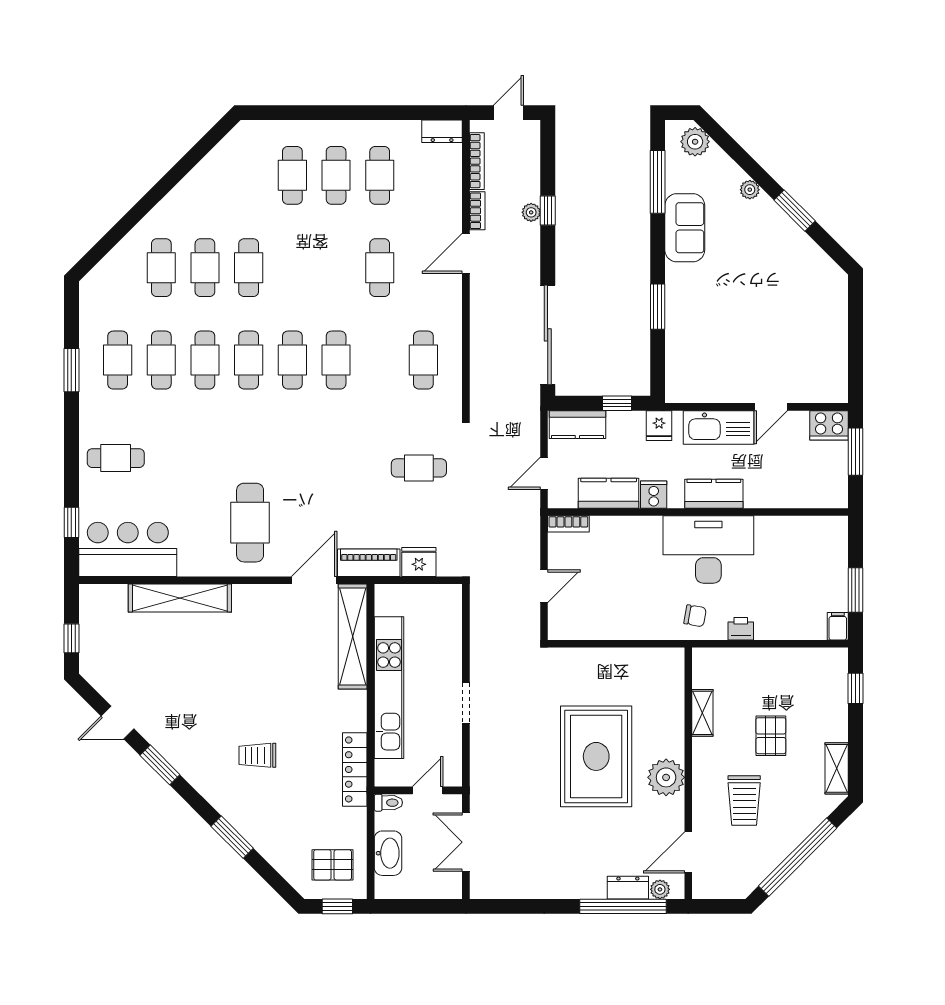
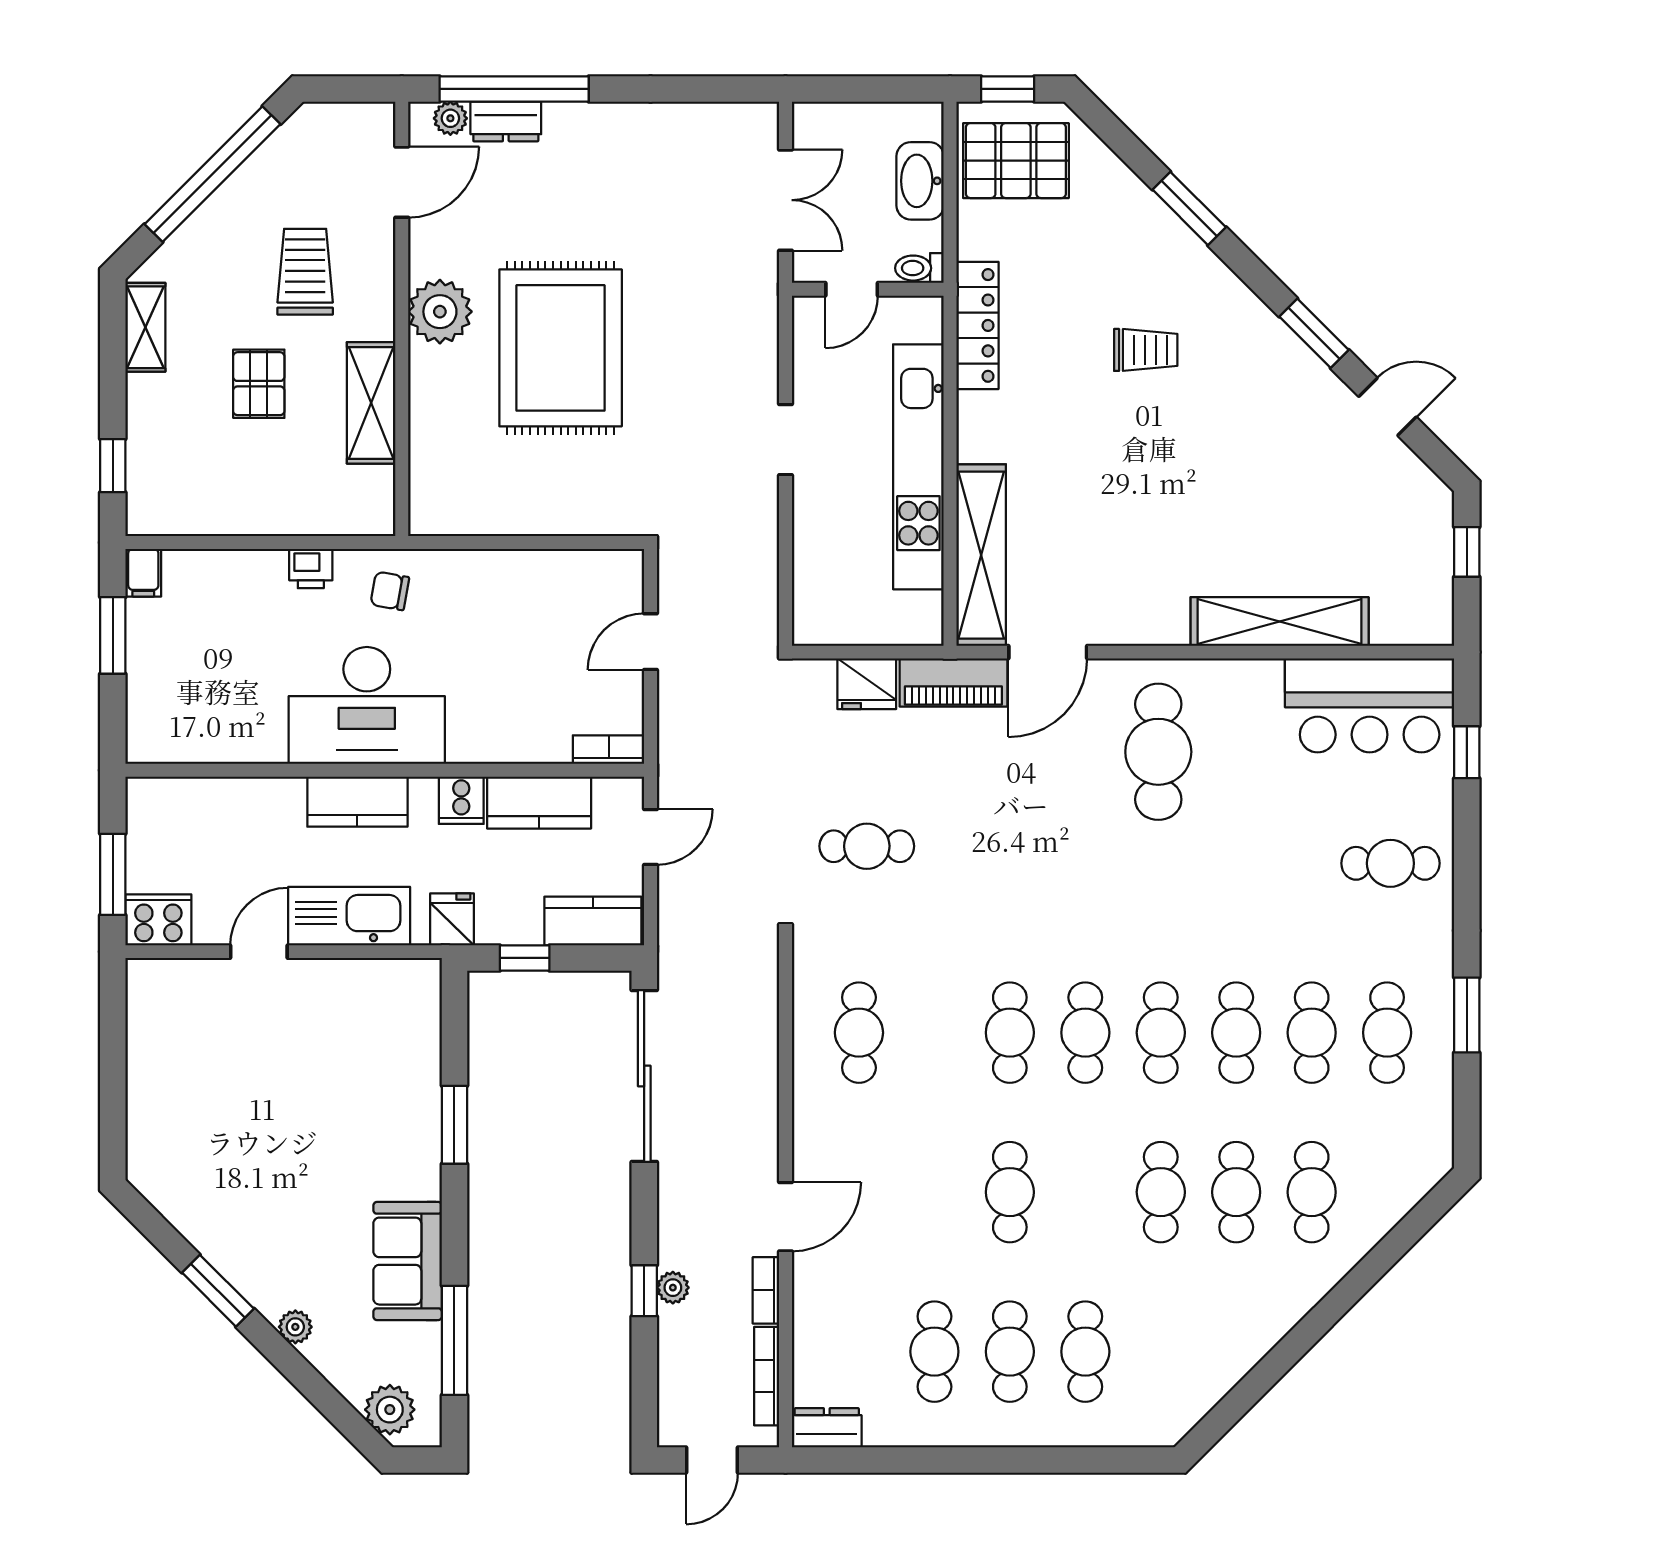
cafe table: (380, 268) -> (1010, 1192), moved
shelving: (702, 713) -> (371, 403), width x1.50, depth x1.33
pallet: (333, 865) -> (1016, 161), width x1.50, depth x1.42

